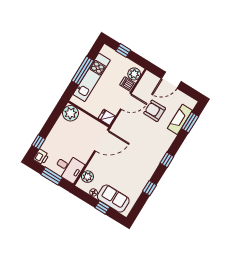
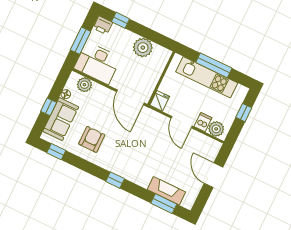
armchair: (155, 111) -> (92, 139), moved
plant: (71, 113) -> (143, 48), moved
desk: (69, 168) -> (97, 63), width x1.37
window: (149, 188) -> (56, 152), moved

